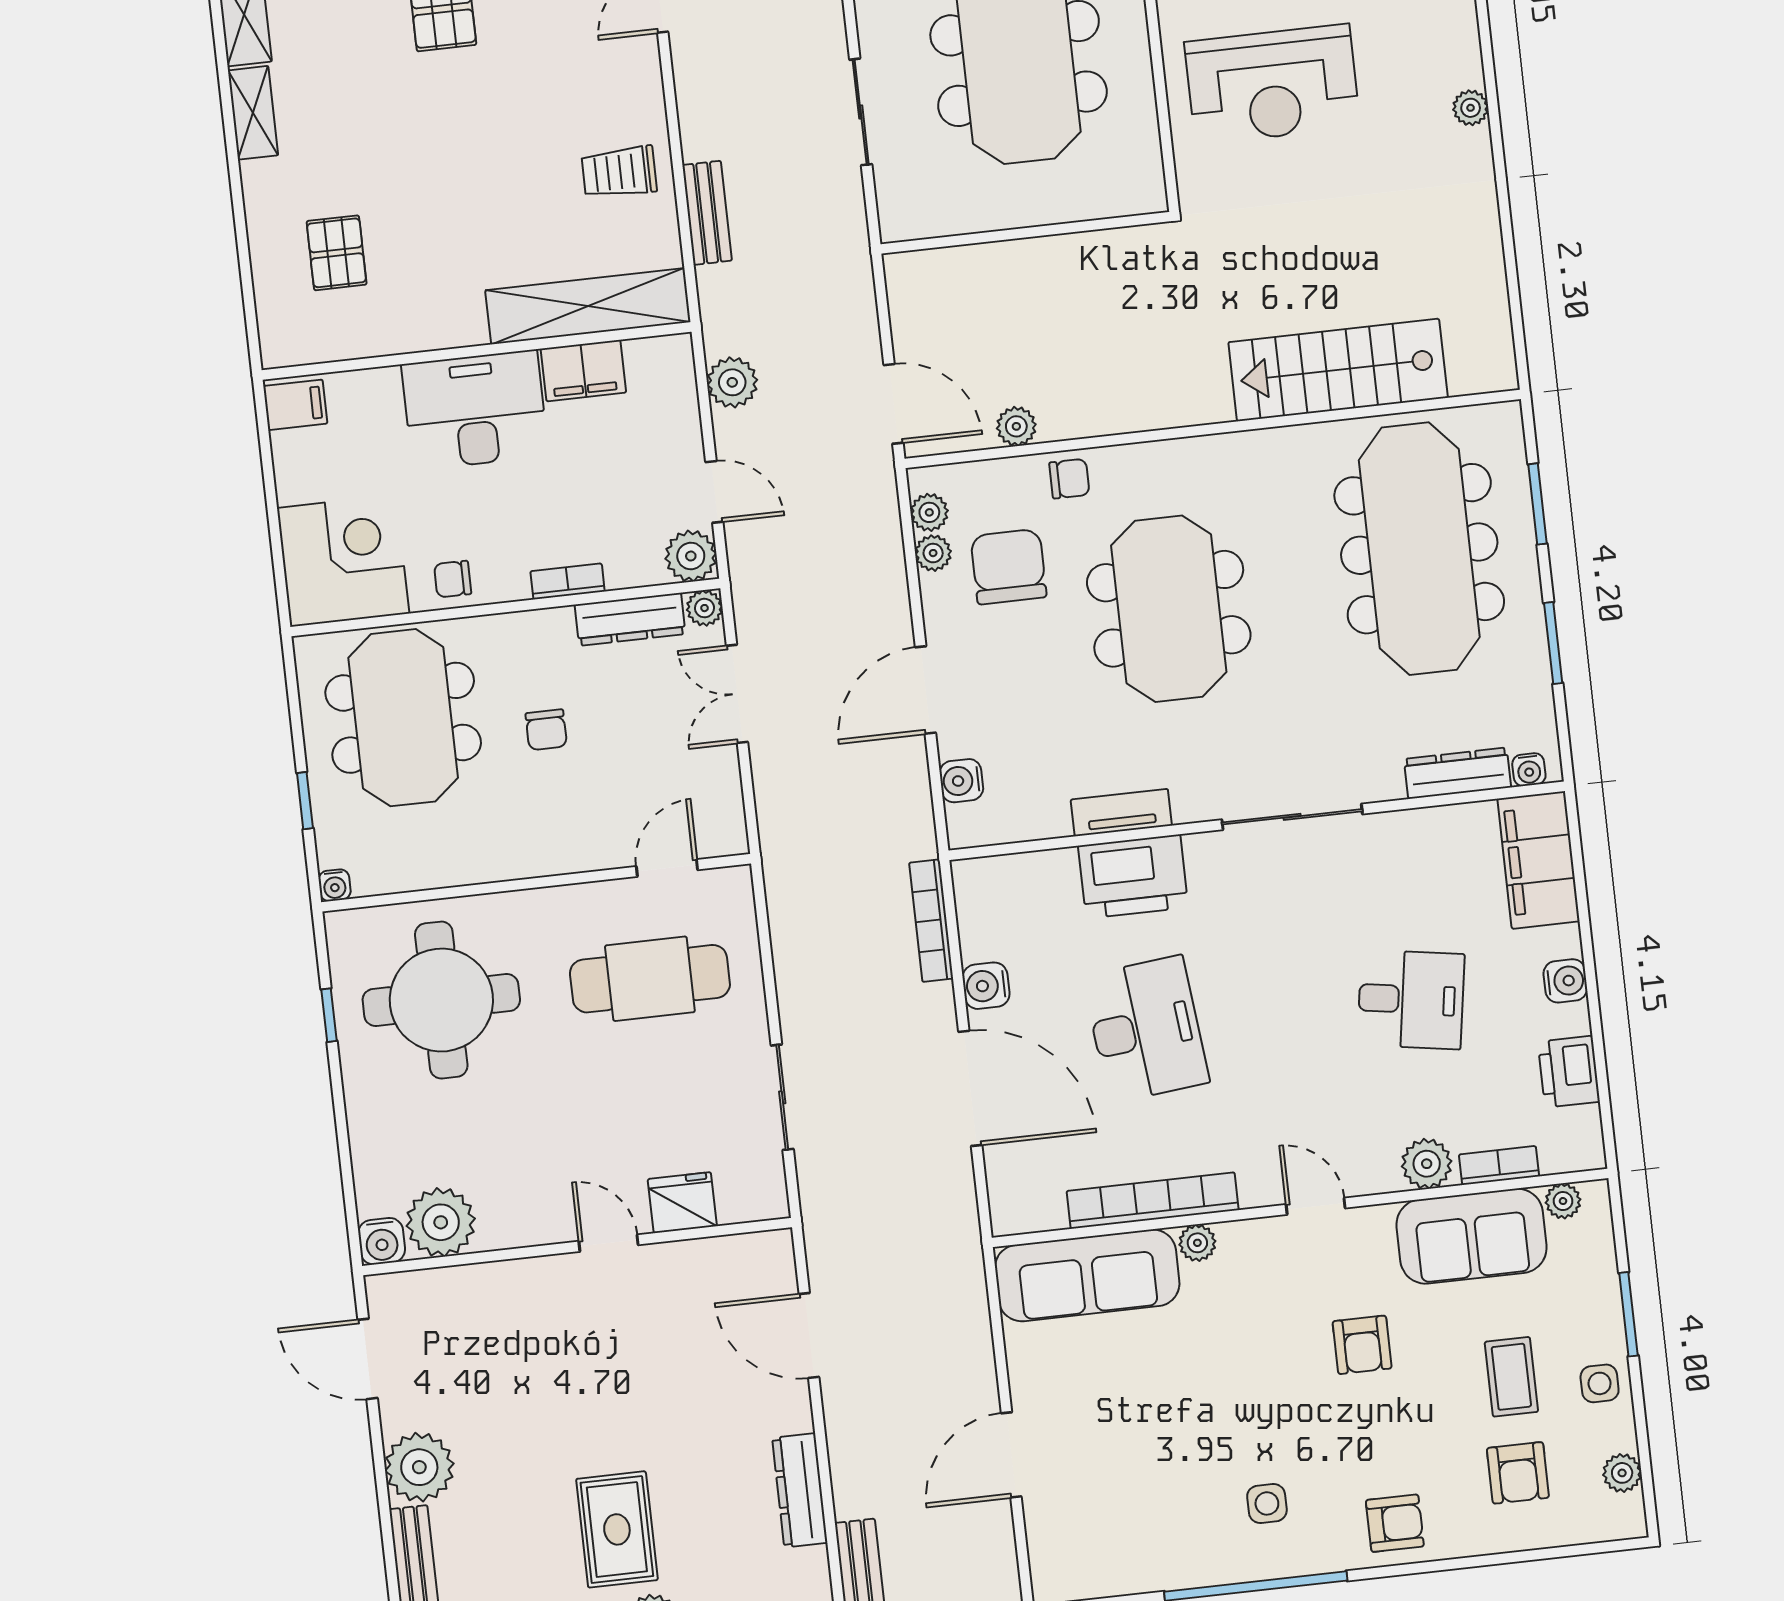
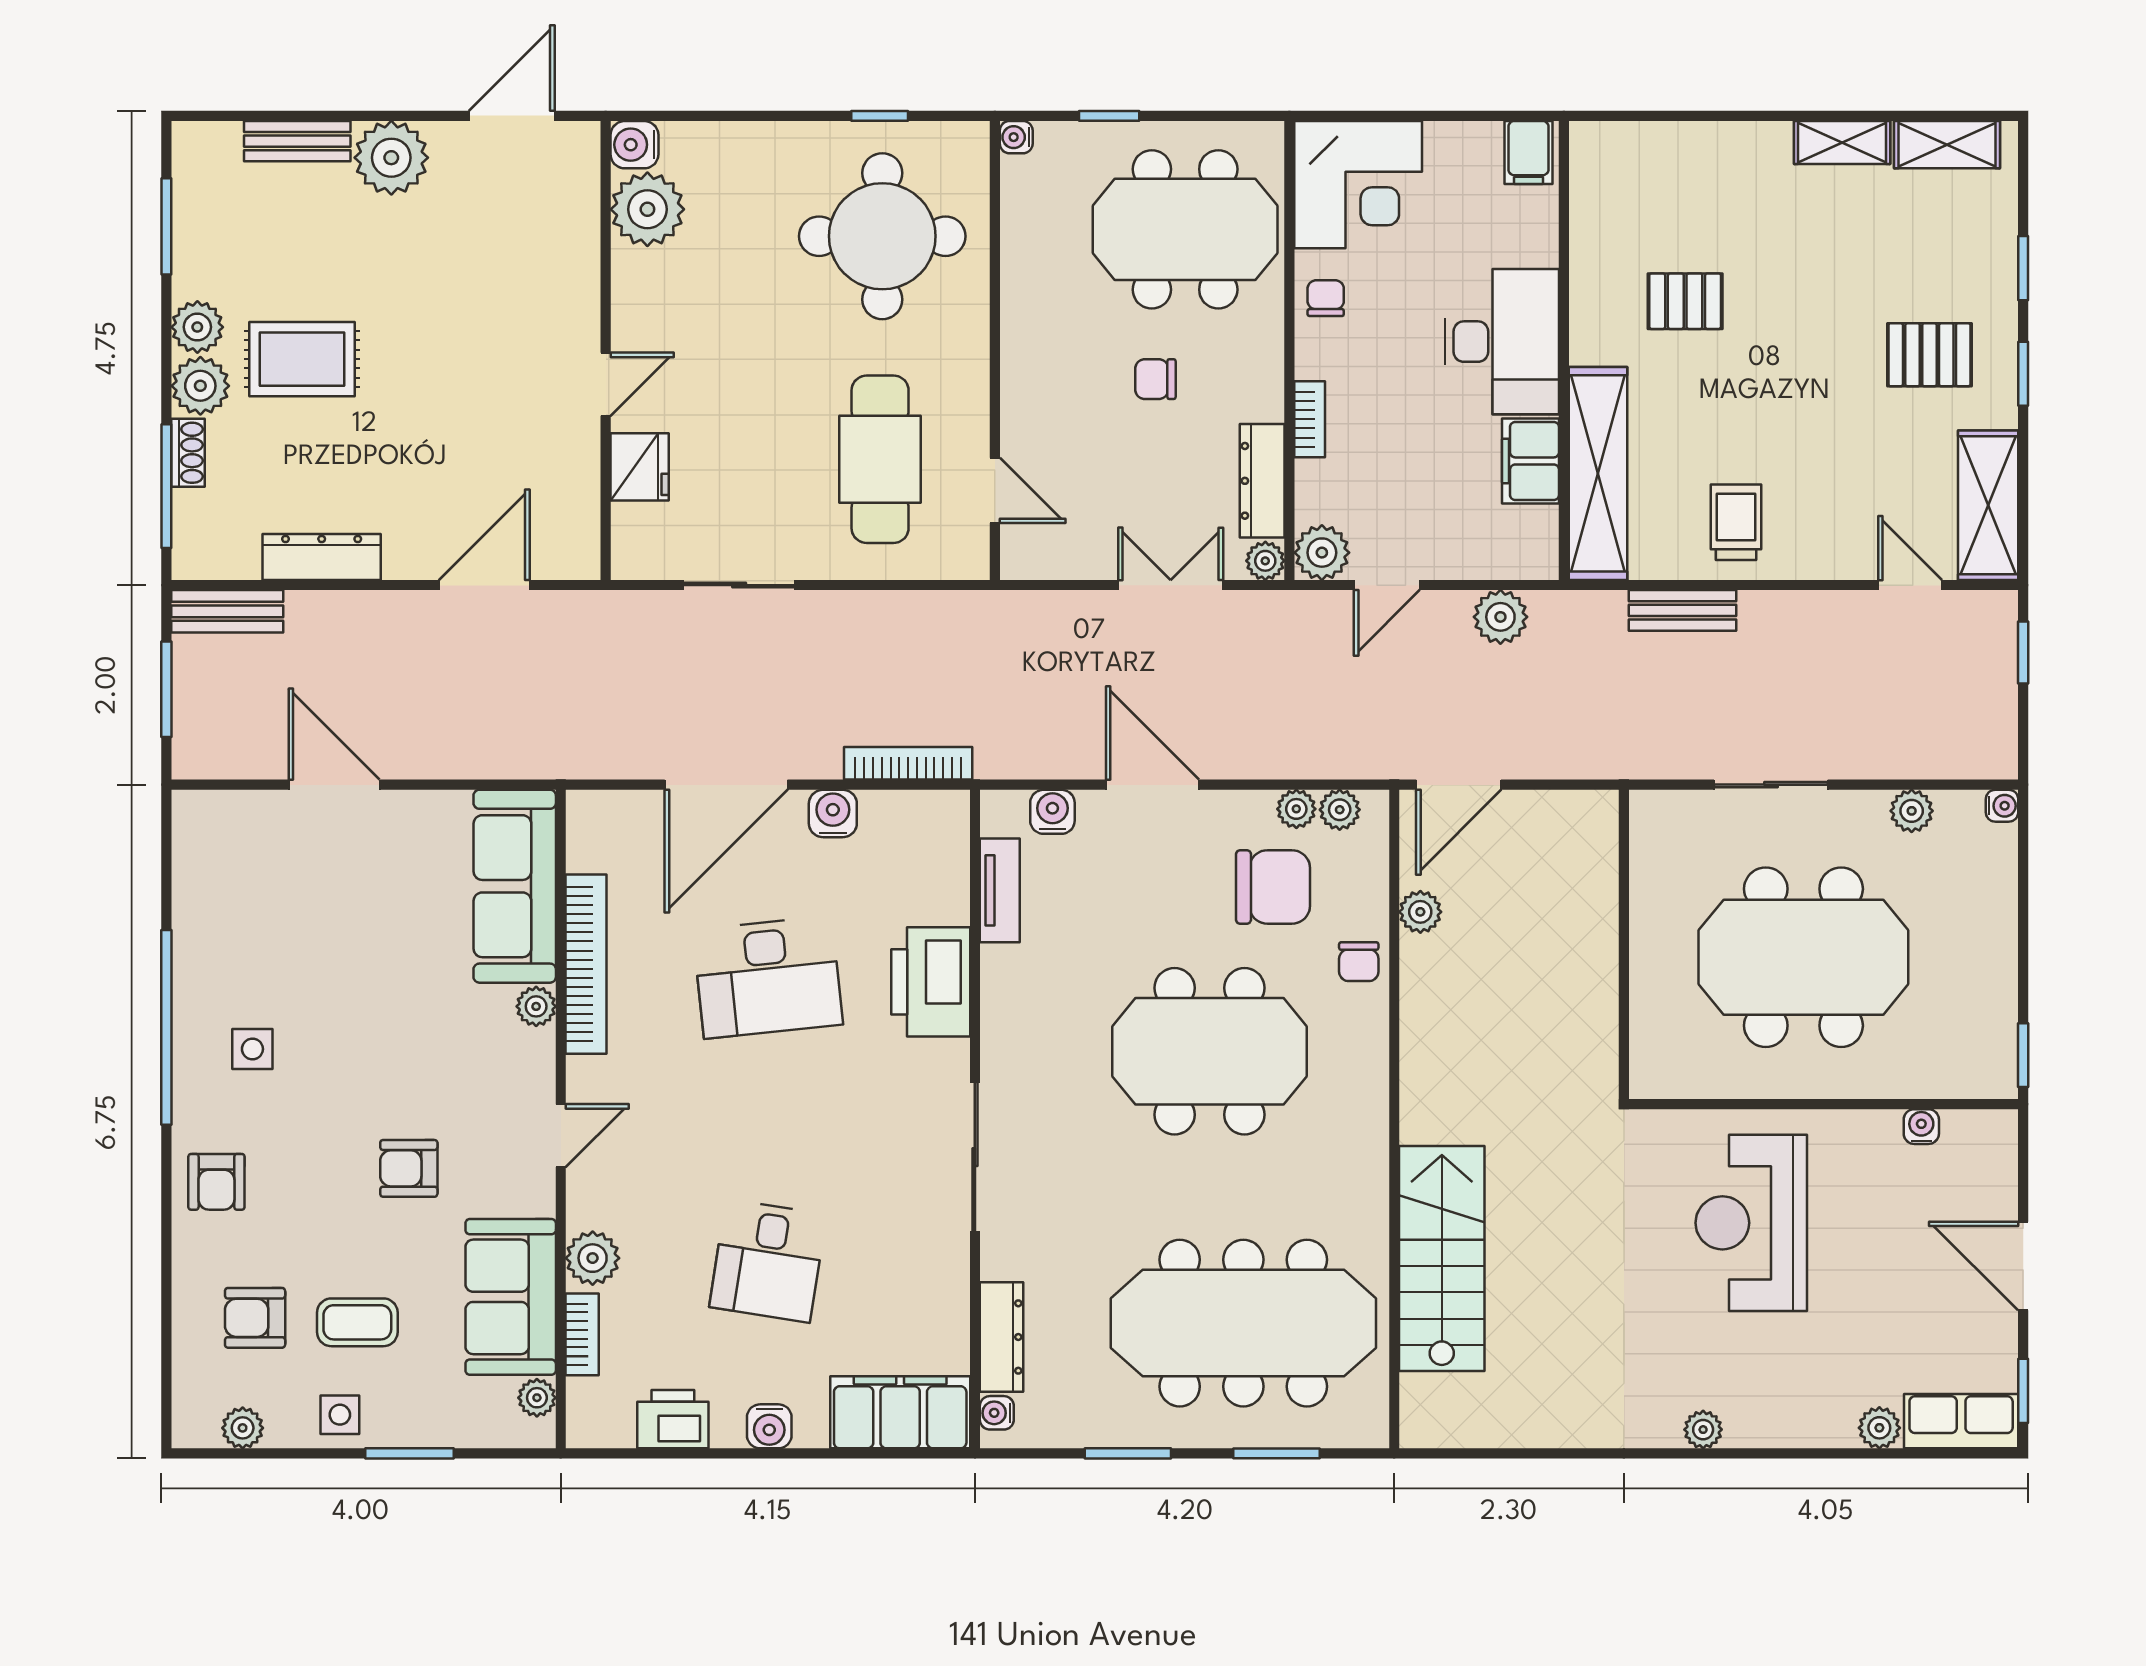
pallet: (337, 253) -> (1685, 301), moved
tv unit: (1121, 813) -> (1000, 890), moved

